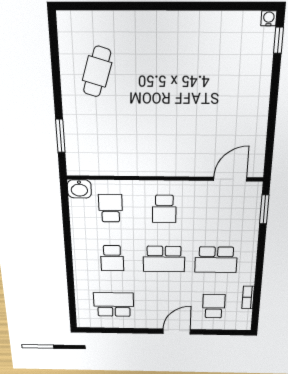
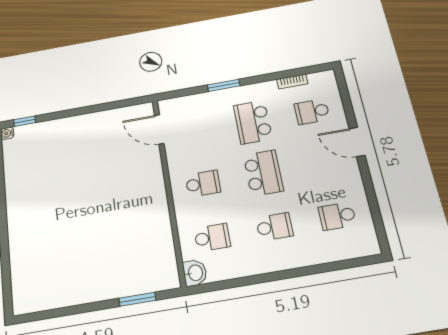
cafe table: (97, 72) -> (67, 271), removed
school desk: (110, 208) -> (212, 237), turned 180
window: (264, 209) -> (224, 85), moved
school desk: (216, 260) -> (253, 122), turned 180
school desk: (114, 305) -> (337, 216), width x0.54

